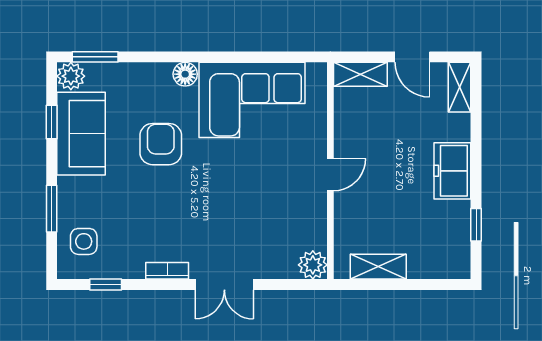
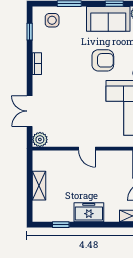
shelving: (378, 267) -> (39, 186), moved
double door: (224, 285) -> (30, 111), moved

